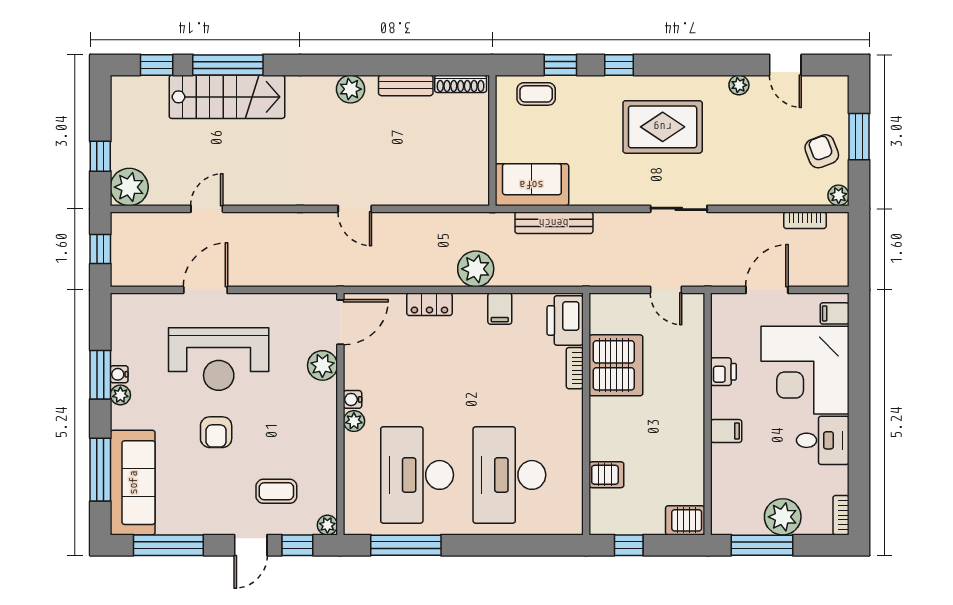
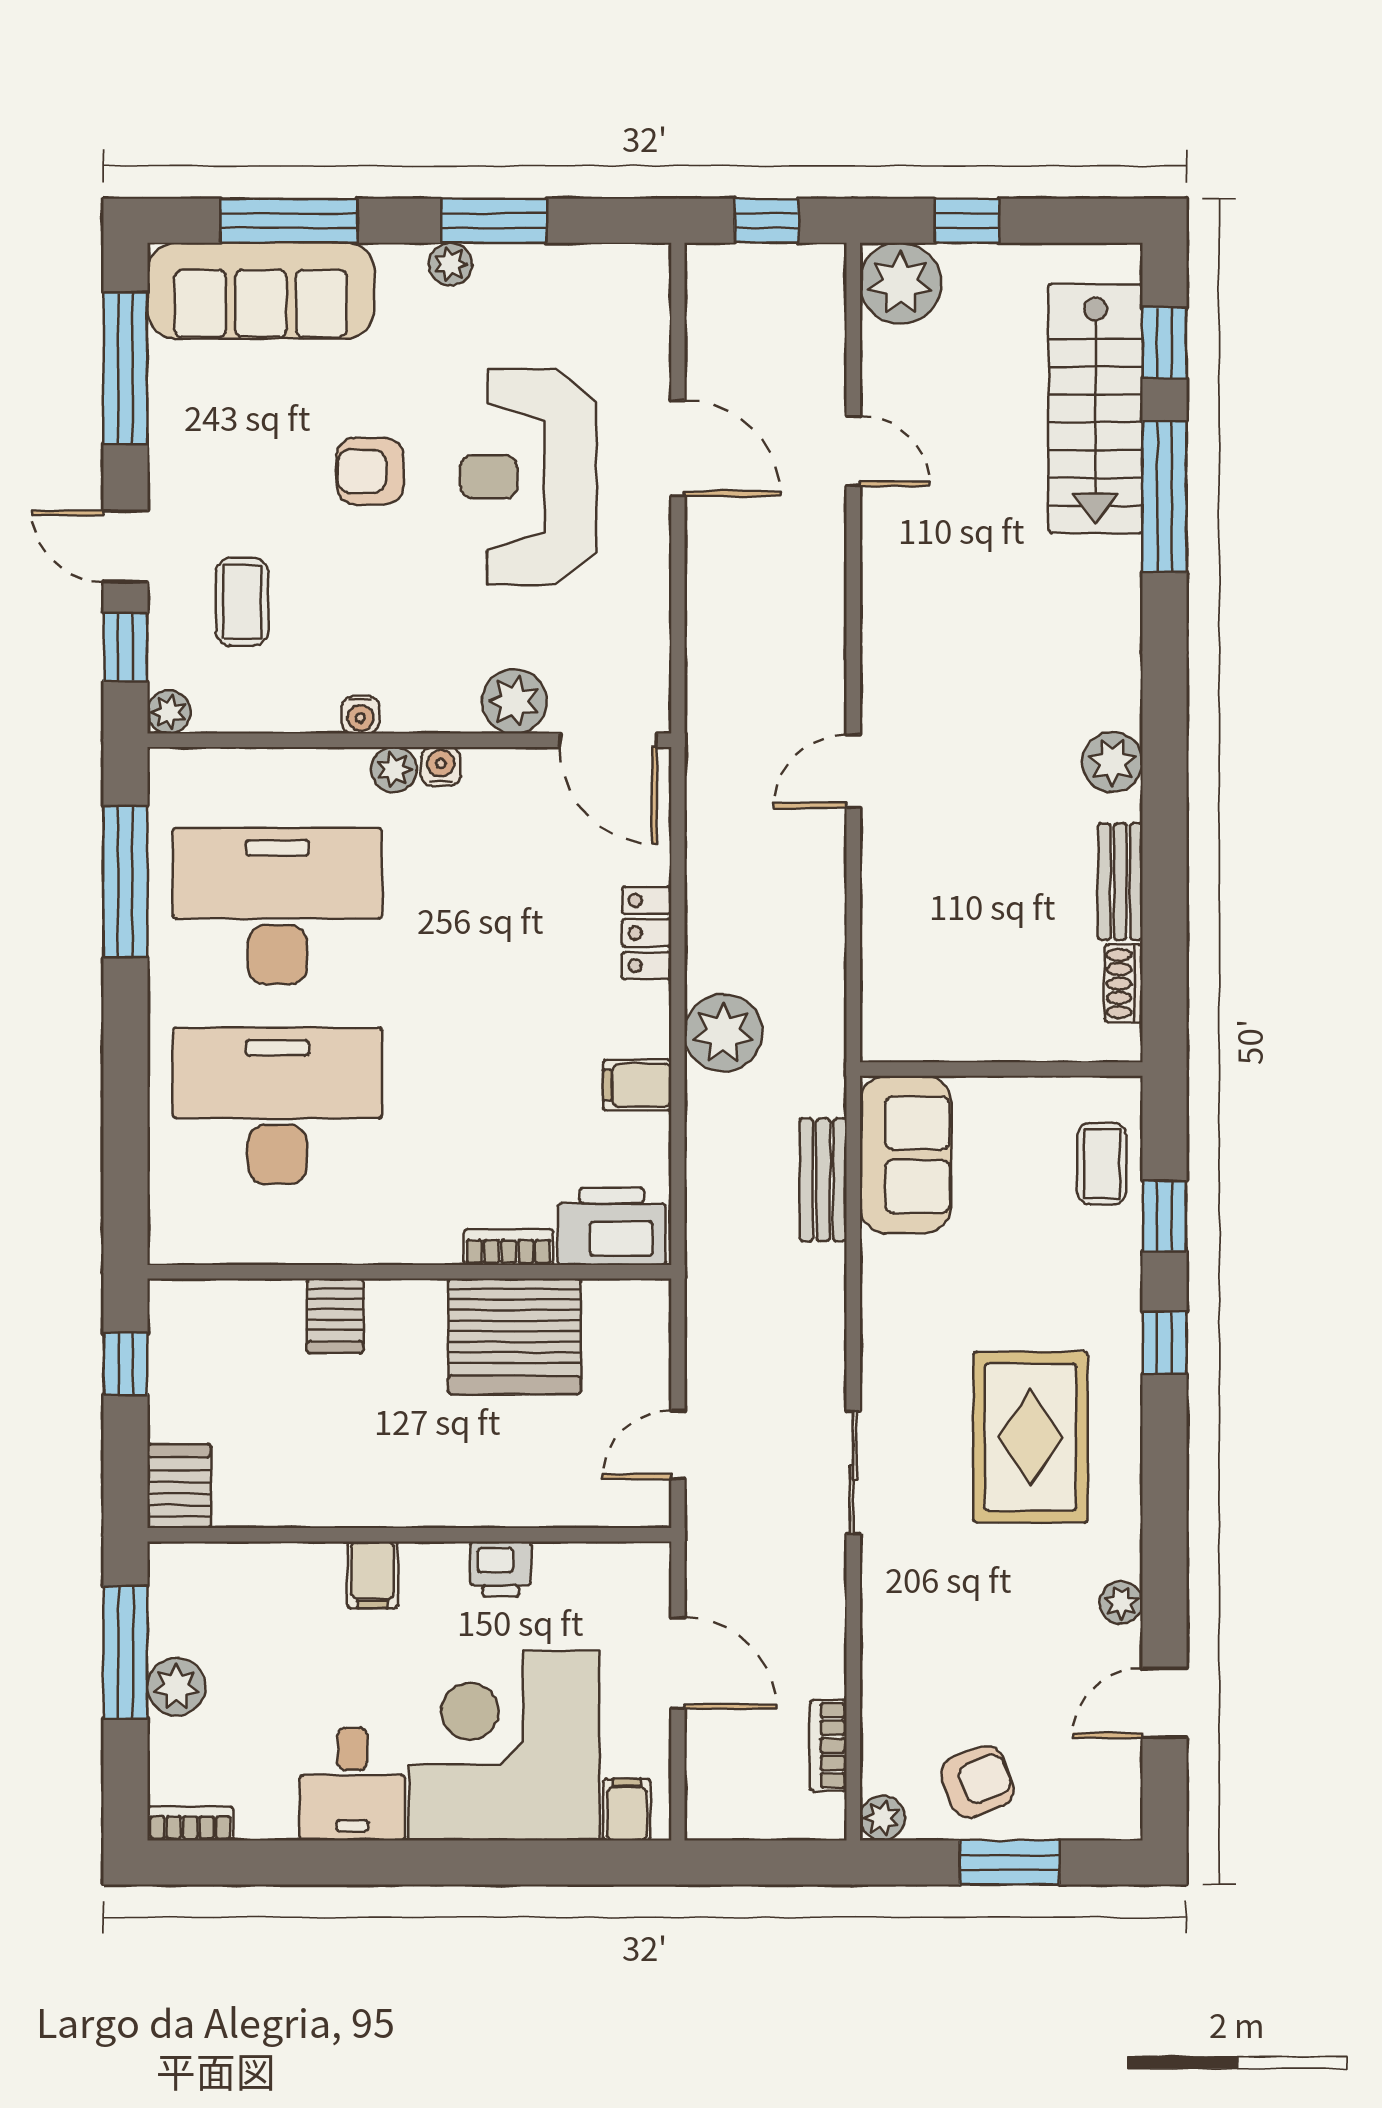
shoe rack: (461, 84) -> (1124, 983), width x0.70
stairs: (227, 97) -> (1095, 409), moved
bench: (554, 223) -> (823, 1180), width x0.73
water cooler: (119, 374) -> (360, 715), moved, turned 180
server rack: (606, 475) -> (335, 1316), moved
plant: (783, 517) -> (176, 1687), width x0.73, depth x0.73

